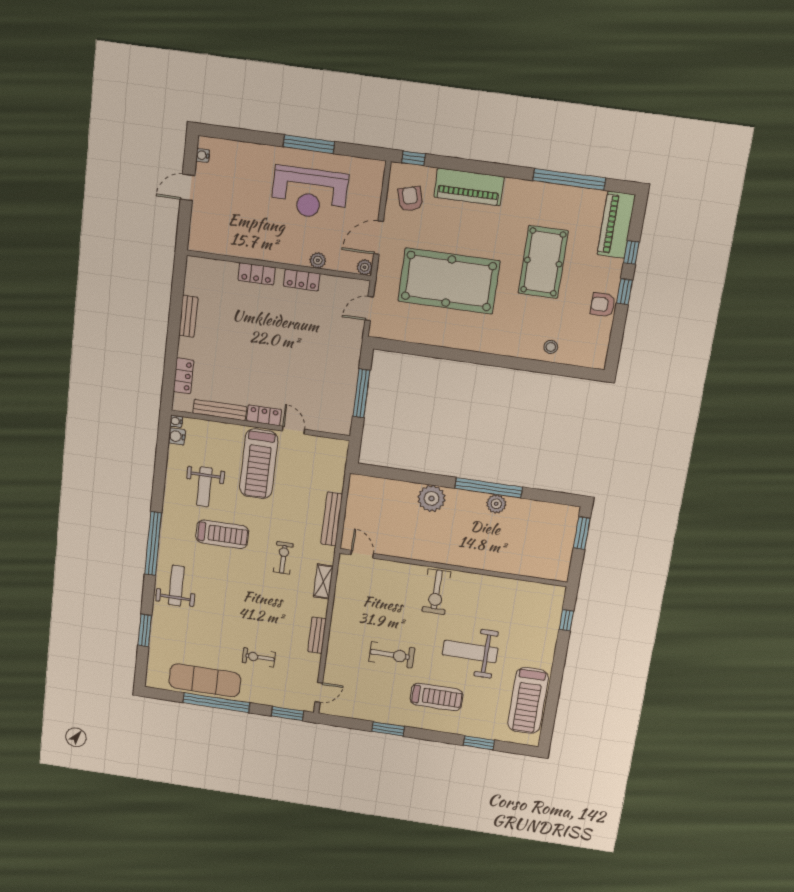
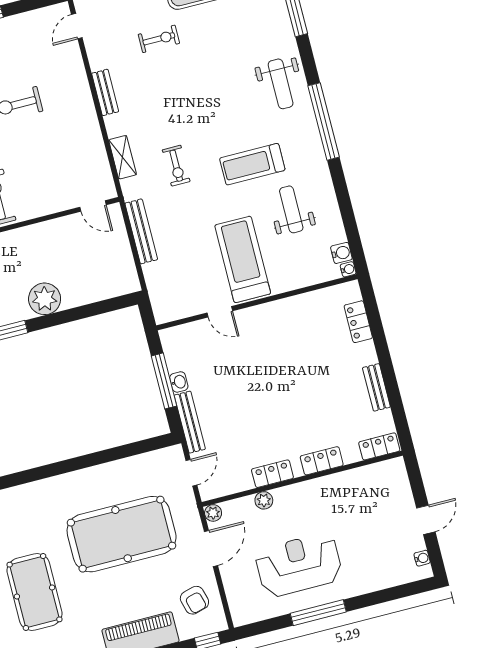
washbasin: (350, 388) -> (179, 382), added
bench: (220, 410) -> (190, 422), moved, turned 90
locker: (264, 415) -> (379, 446), moved, turned 180

